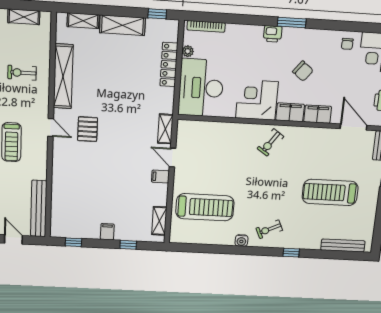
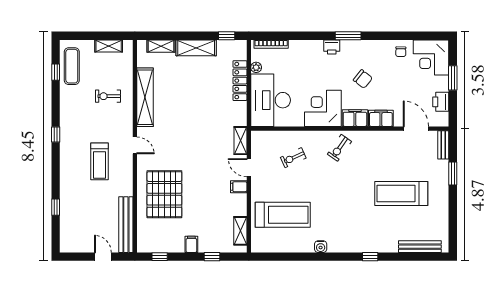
pallet: (88, 129) -> (164, 194), moved, width x2.05, depth x2.00
exercise bike: (269, 229) -> (293, 158), moved

